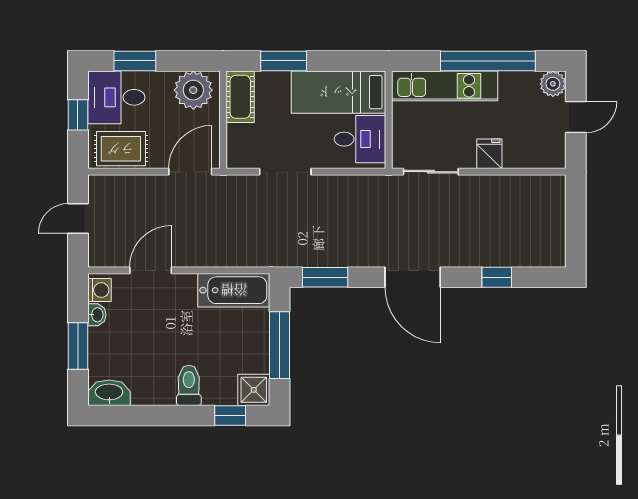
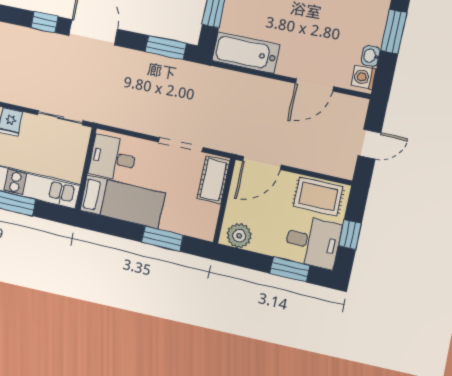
plant: (193, 90) -> (239, 236), width x0.73, depth x0.73
cot: (240, 97) -> (213, 180), moved
window: (497, 277) -> (44, 22), moved

